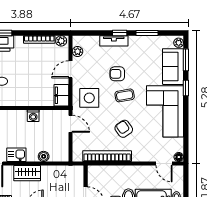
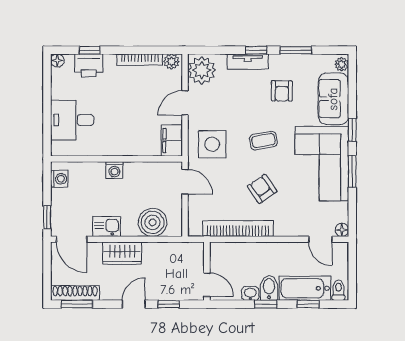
plant: (78, 51) -> (202, 70), width x1.87, depth x1.87
window: (186, 60) -> (352, 171), moved
armchair: (117, 74) -> (282, 91), moved, turned -90
washing machine: (33, 116) -> (114, 170), moved
boiler: (44, 156) -> (153, 222), width x1.86, depth x1.86

